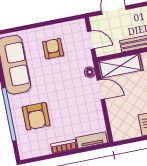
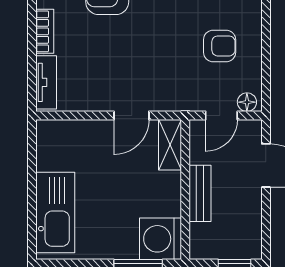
shelving: (120, 66) -> (170, 145), width x0.67, depth x0.75
floor lamp: (90, 72) -> (247, 102), moved

